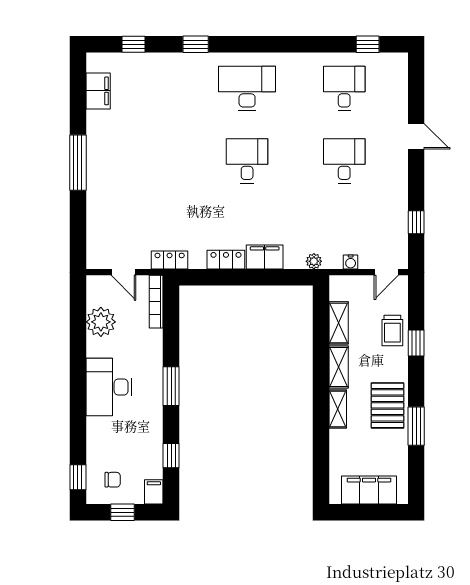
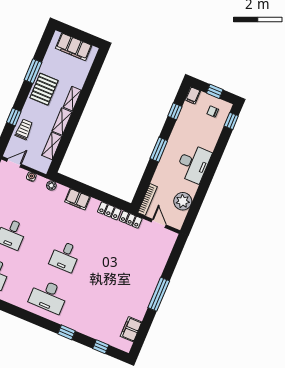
locker: (226, 260) -> (109, 211), moved

